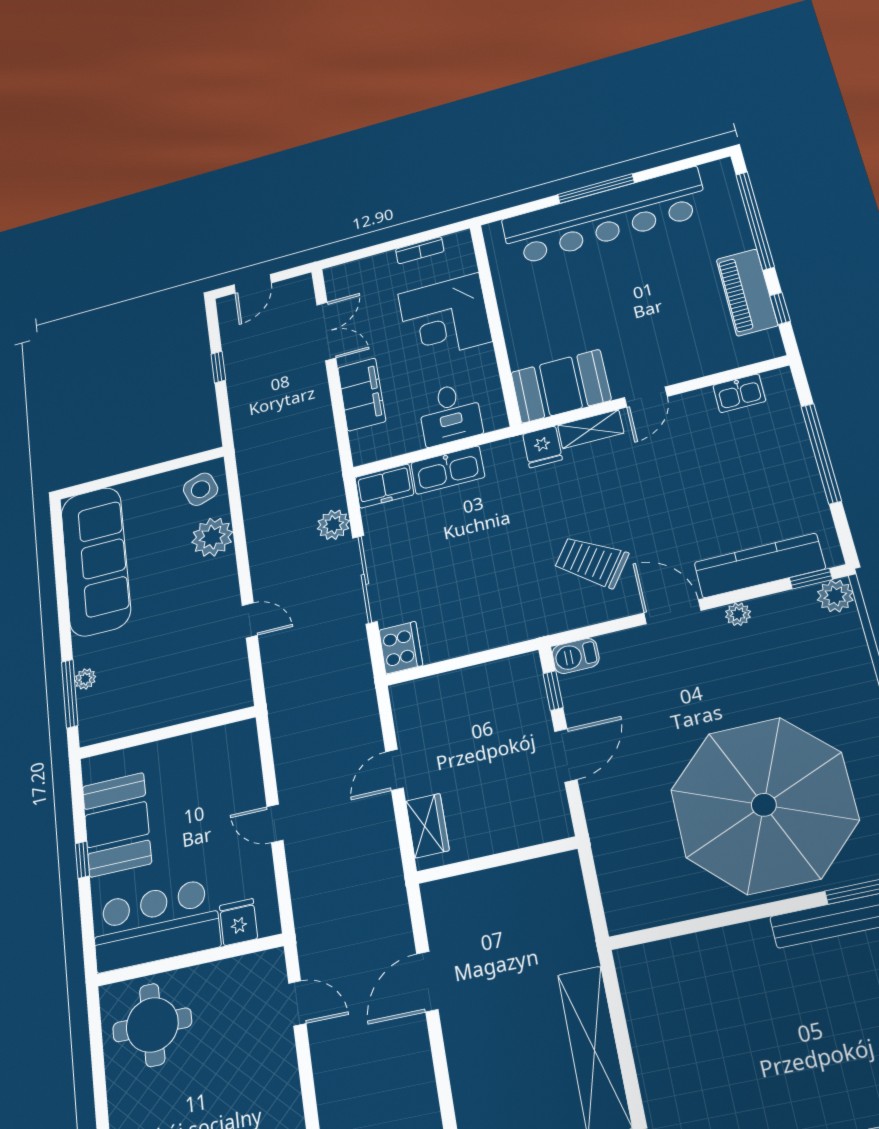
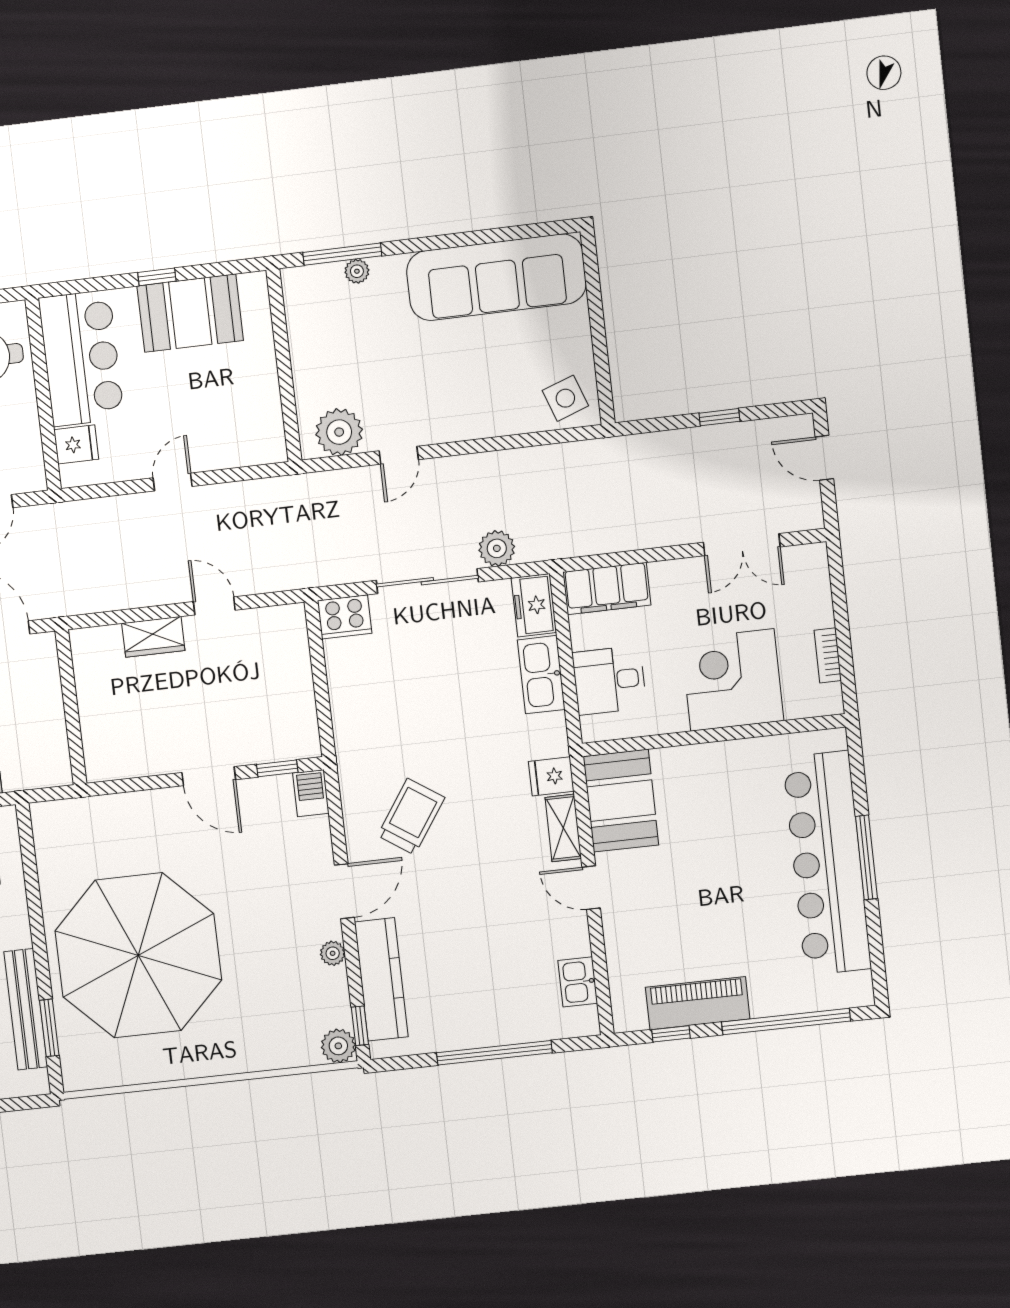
filing cabinet: (362, 394) -> (607, 589), moved
plant: (212, 537) -> (339, 432), moved
wall: (497, 860) -> (71, 707), moved

